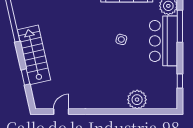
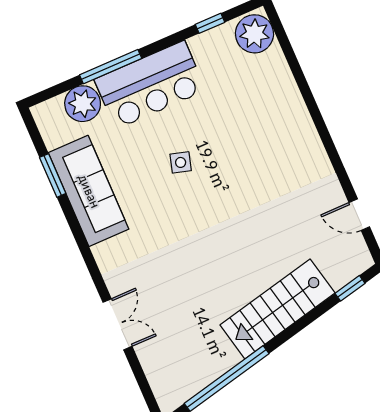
window: (25, 77) -> (350, 288), moved
plant: (137, 100) -> (254, 34), moved

